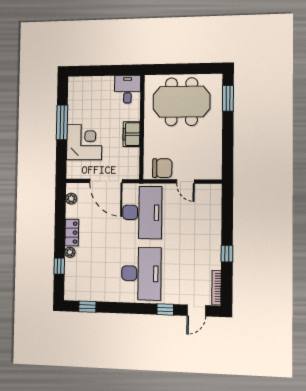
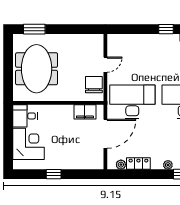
window: (62, 122) -> (54, 174), width x0.46
filing cabinet: (131, 134) -> (85, 112), moved
corner desk: (84, 142) -> (29, 144), moved, turned 90
locker: (72, 233) -> (138, 164), moved

